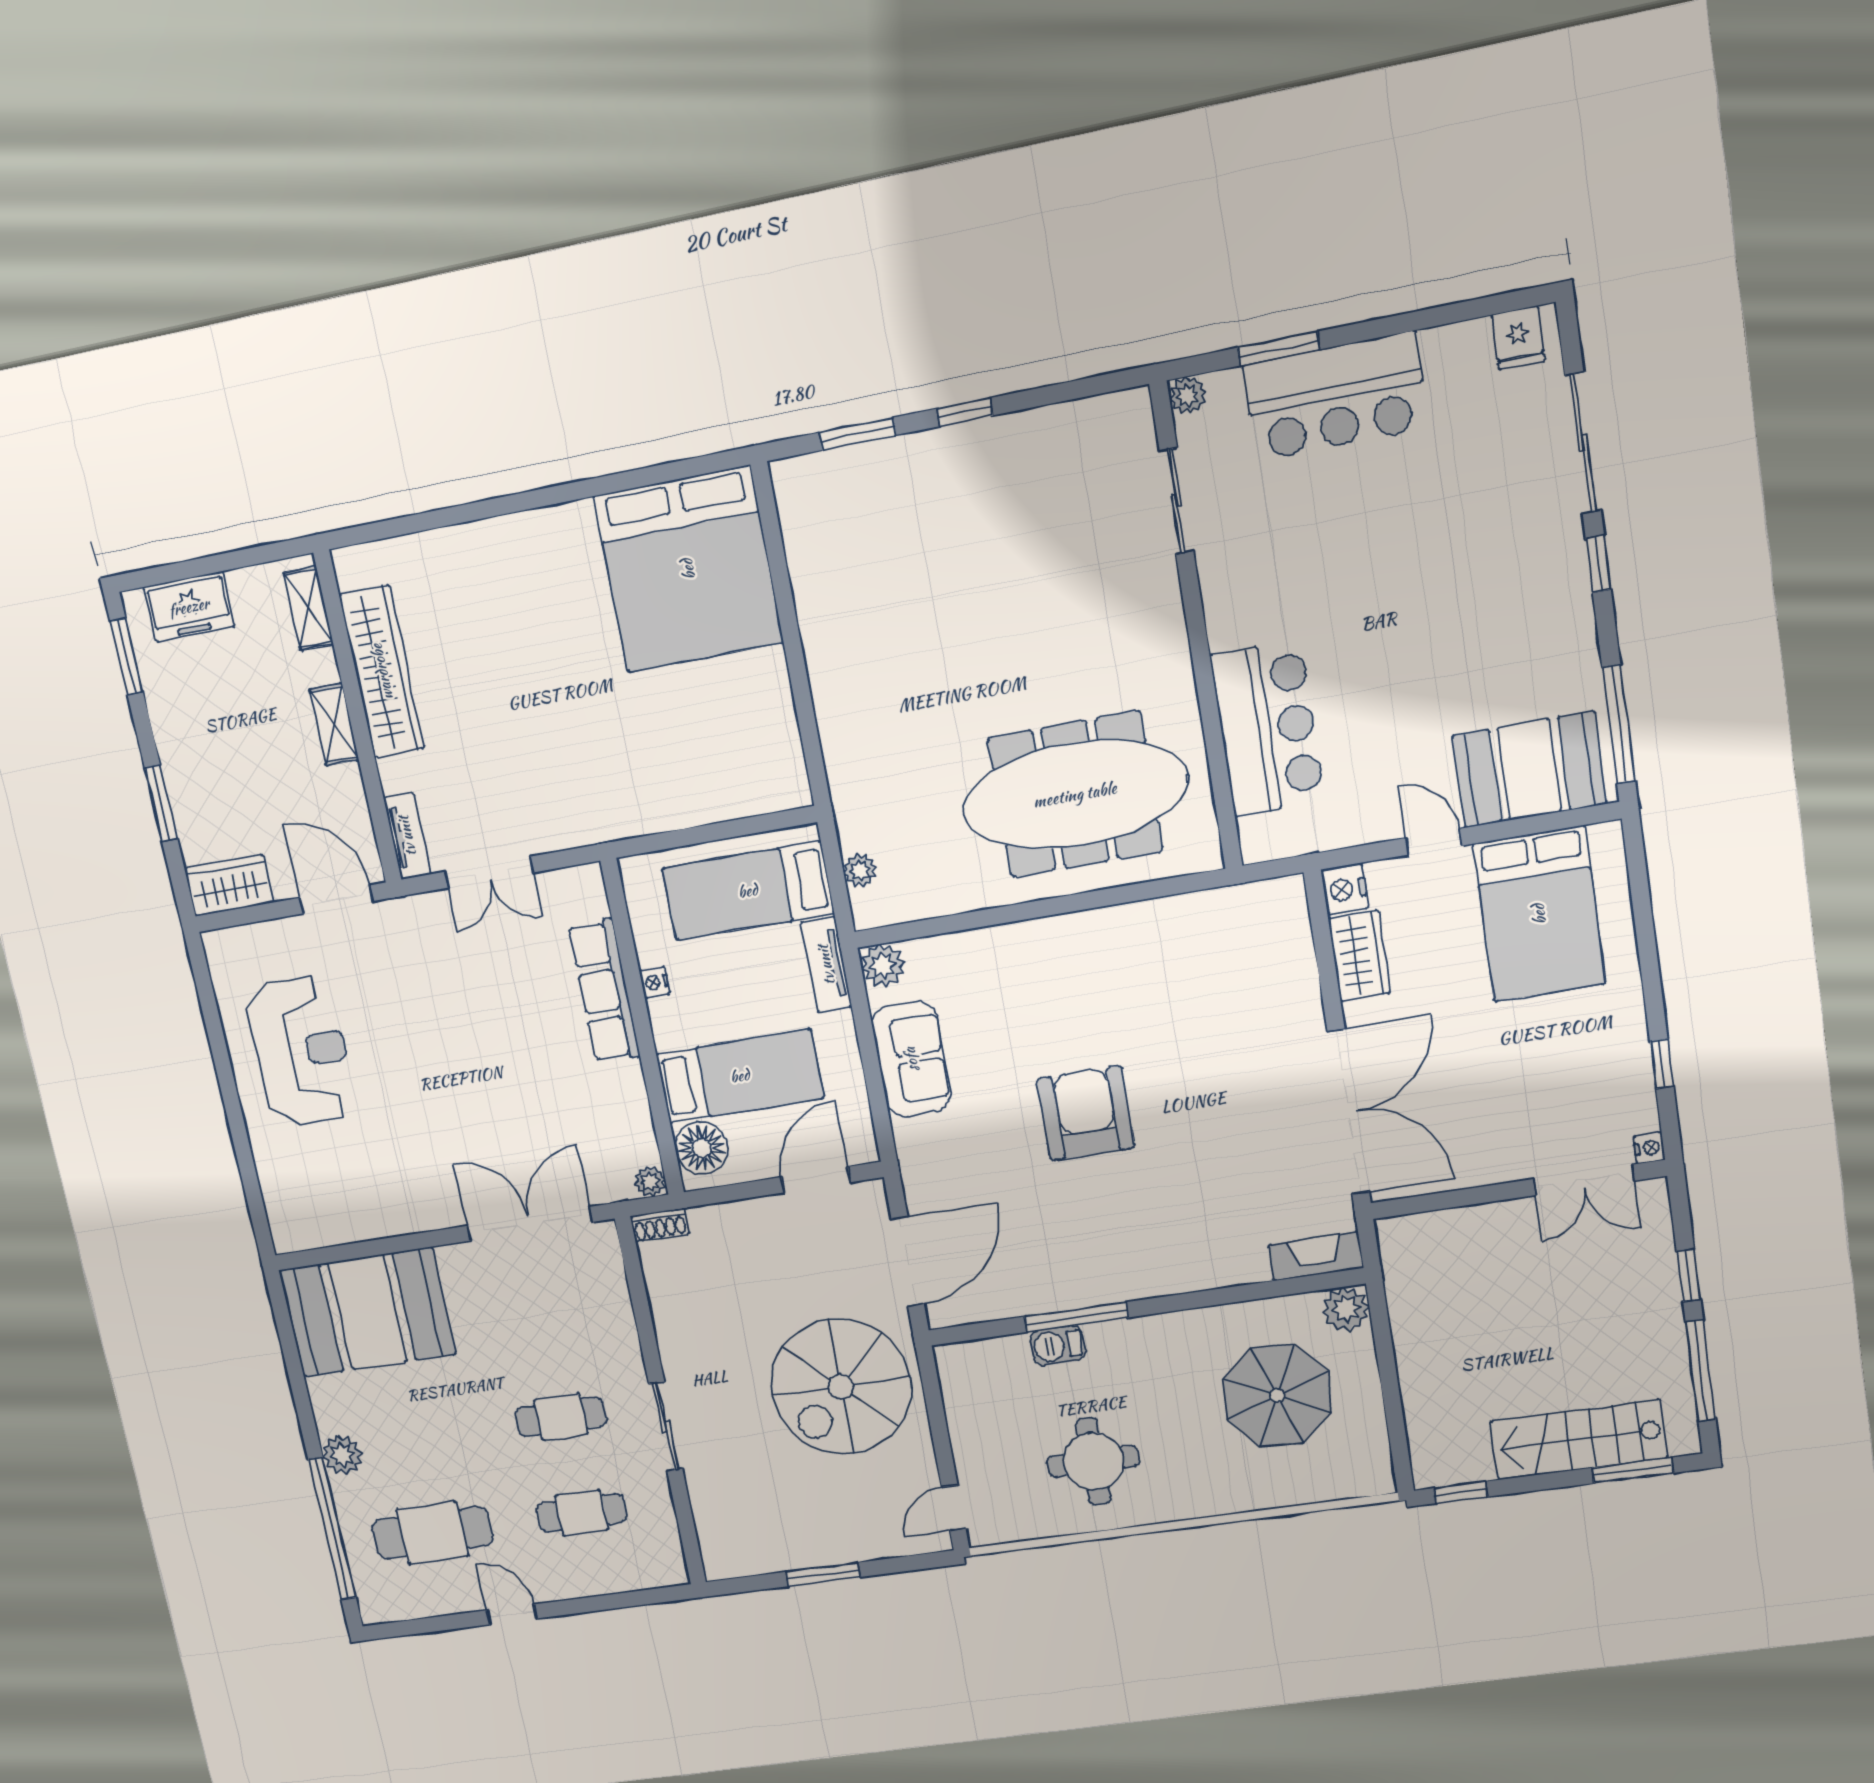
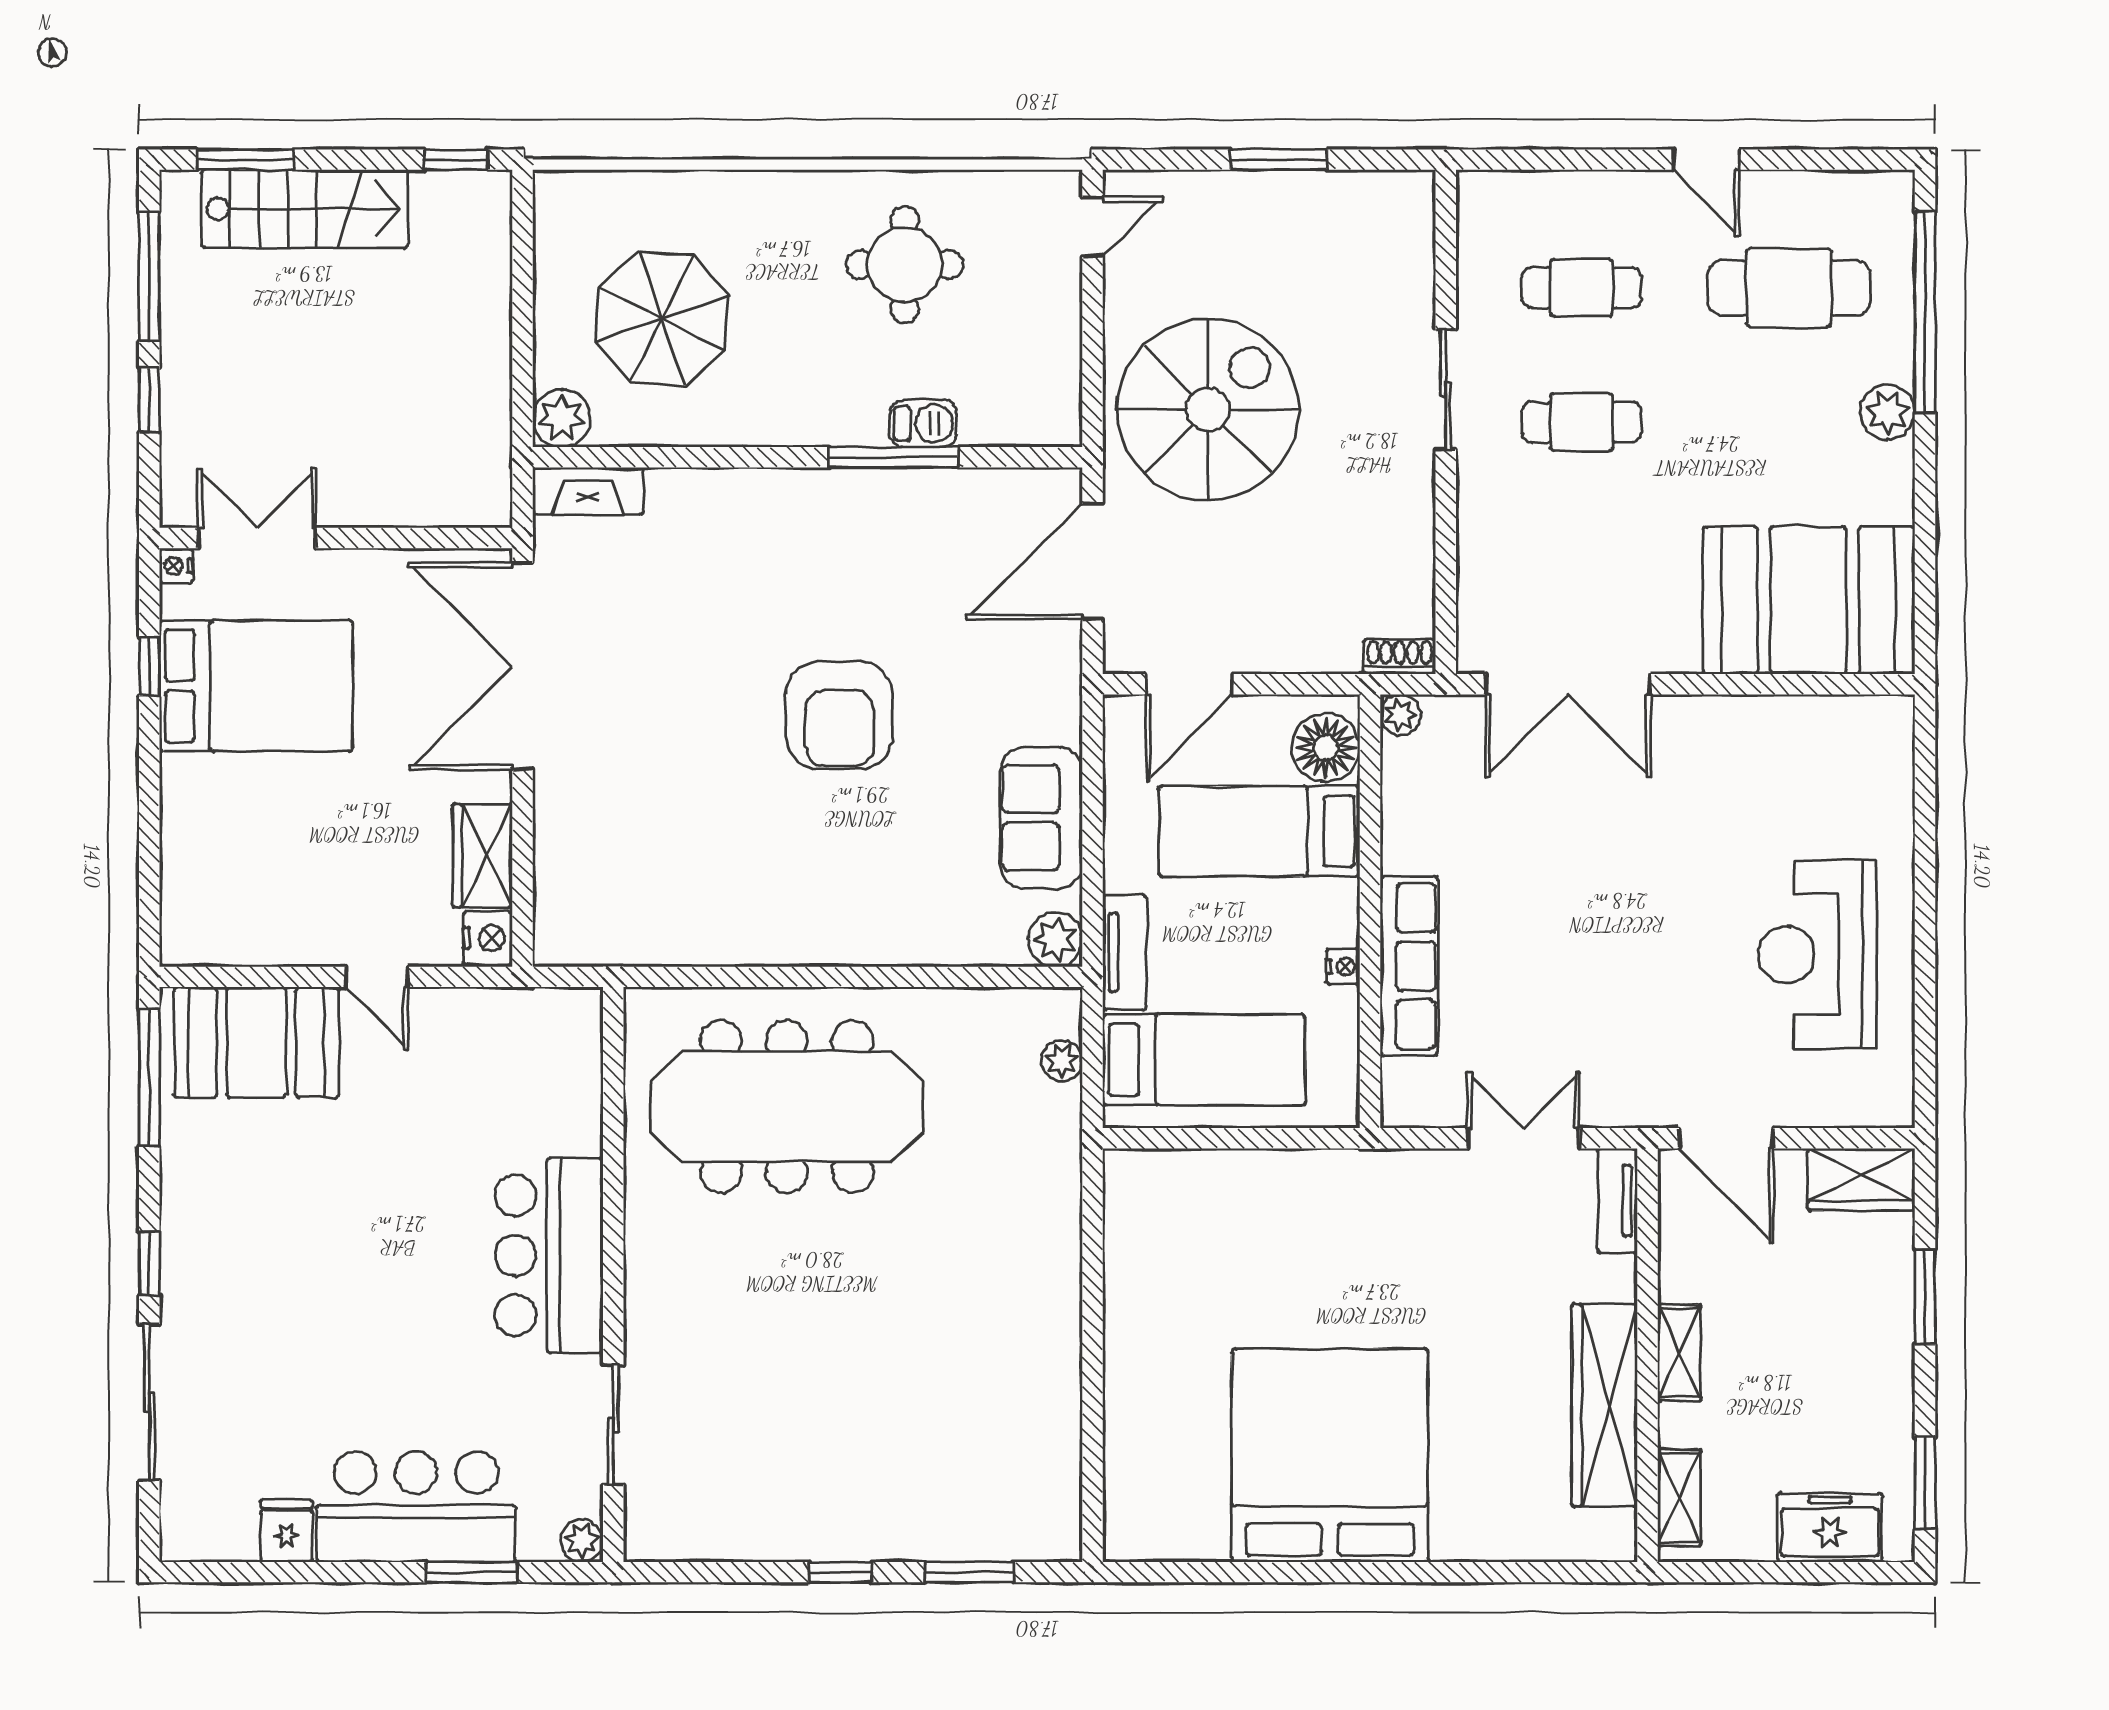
fridge: (1518, 338) -> (287, 1531), moved
bed: (688, 569) -> (1330, 1455), moved
bar counter: (1268, 728) -> (549, 1255), moved
bed: (1539, 914) -> (256, 686), moved, turned 90

